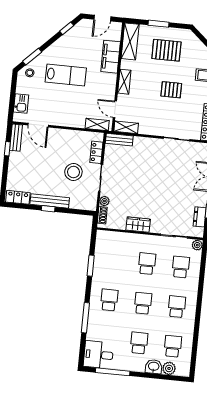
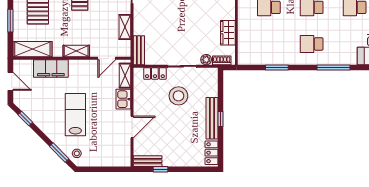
kitchen sink: (21, 103) -> (123, 99), moved, turned -90
door: (38, 125) -> (132, 127), moved
shelving: (126, 127) -> (125, 27), moved
wardrobe: (138, 225) -> (228, 33), moved

